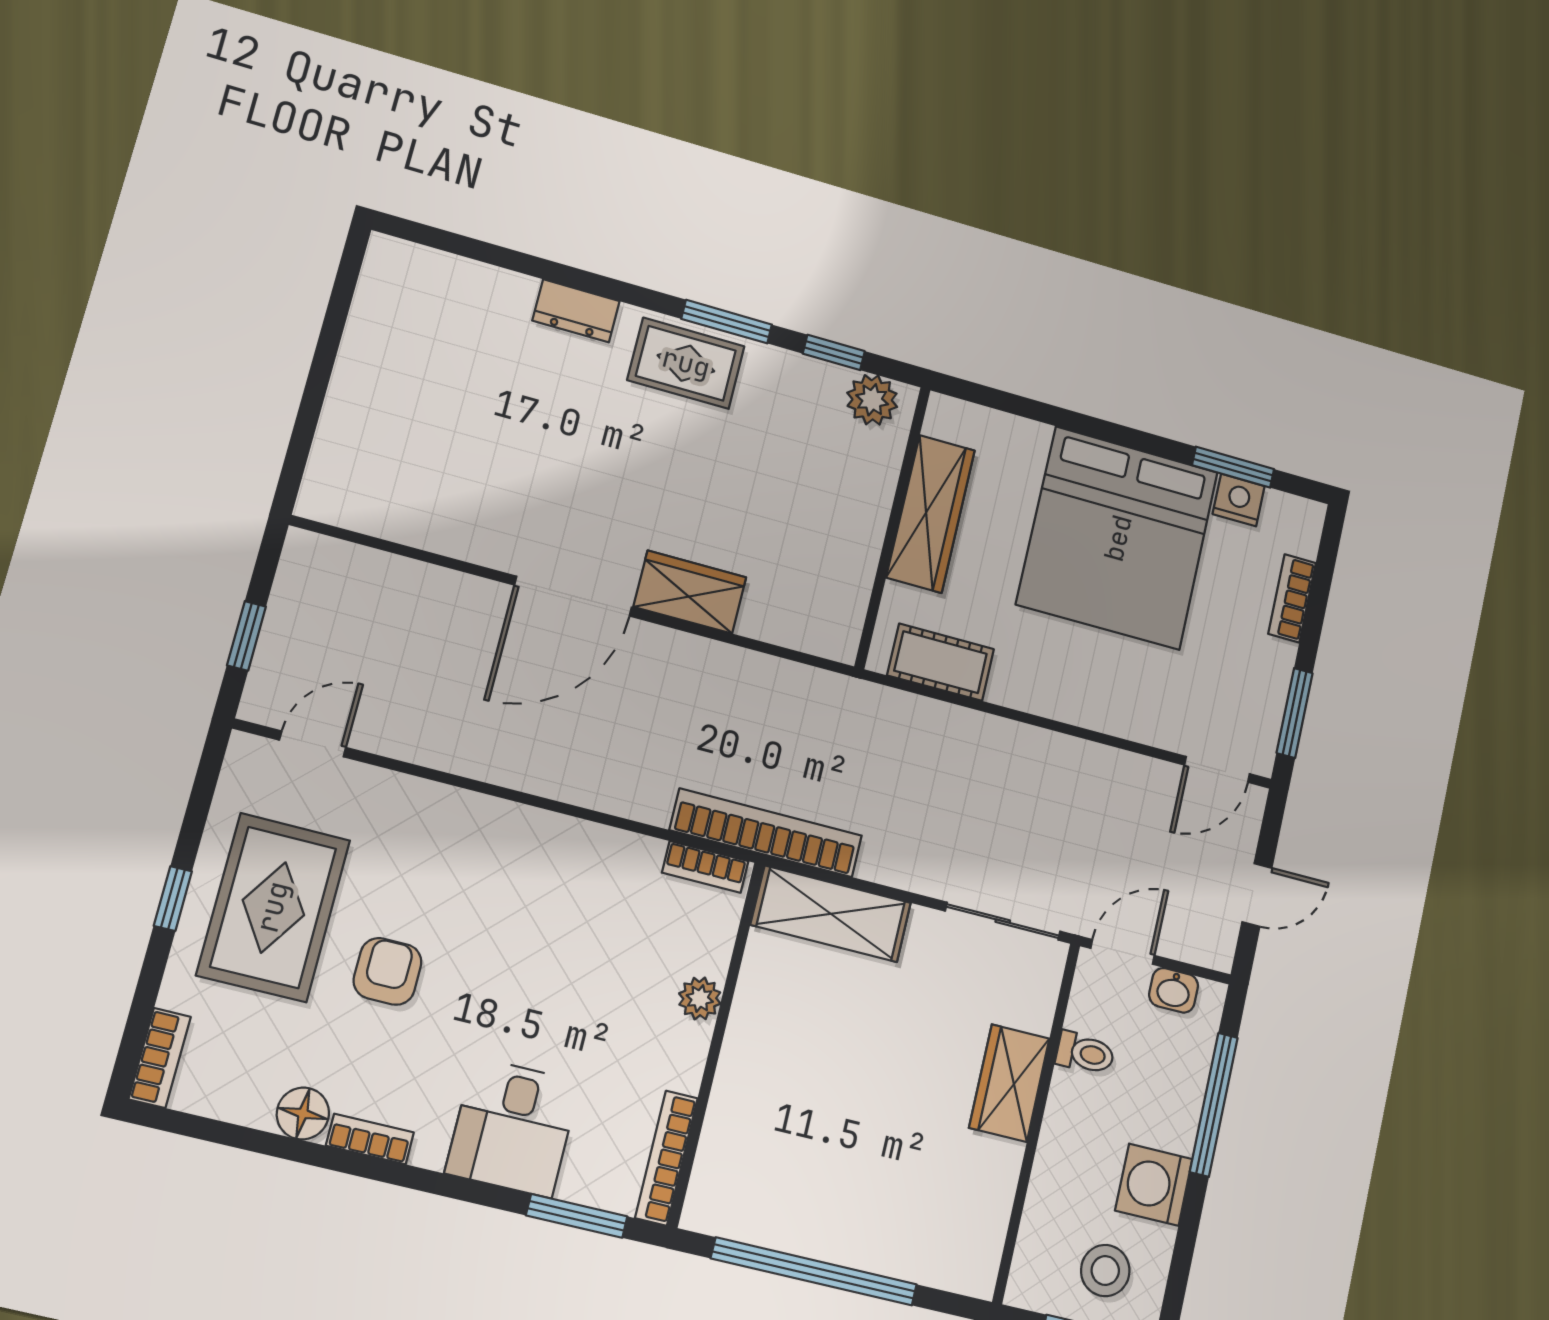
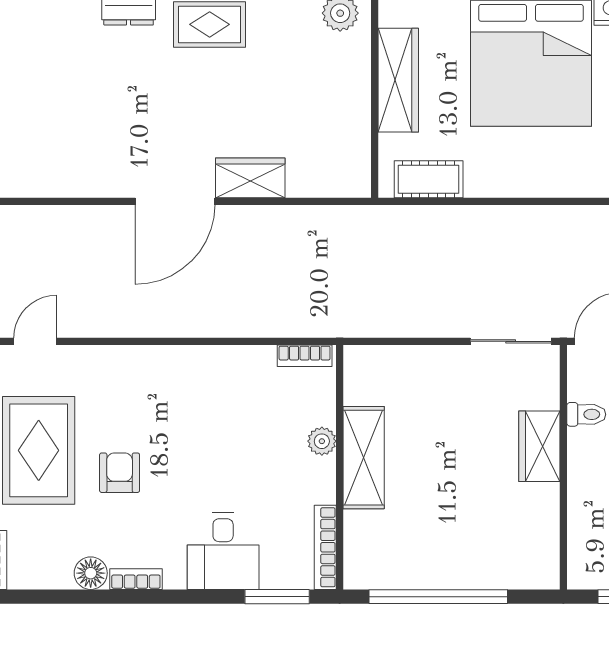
bookcase: (766, 833) -> (339, 323), removed
shelving: (831, 914) -> (364, 458), moved, turned 90

